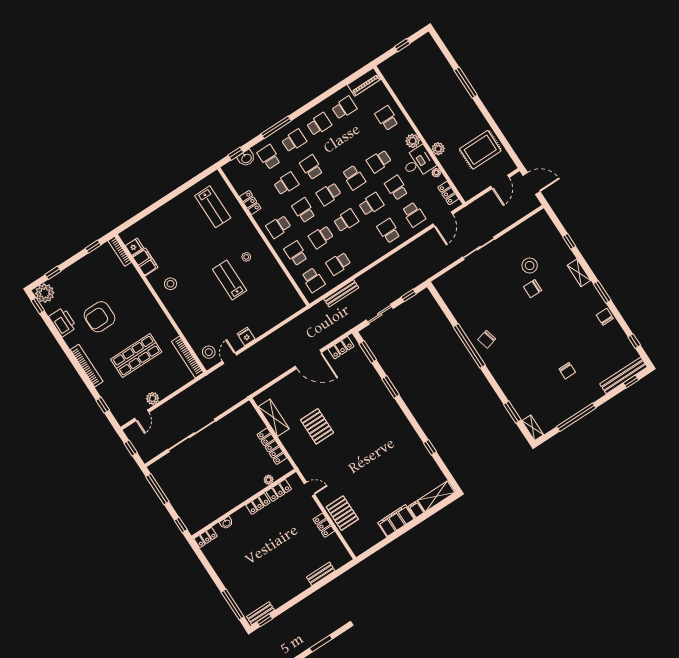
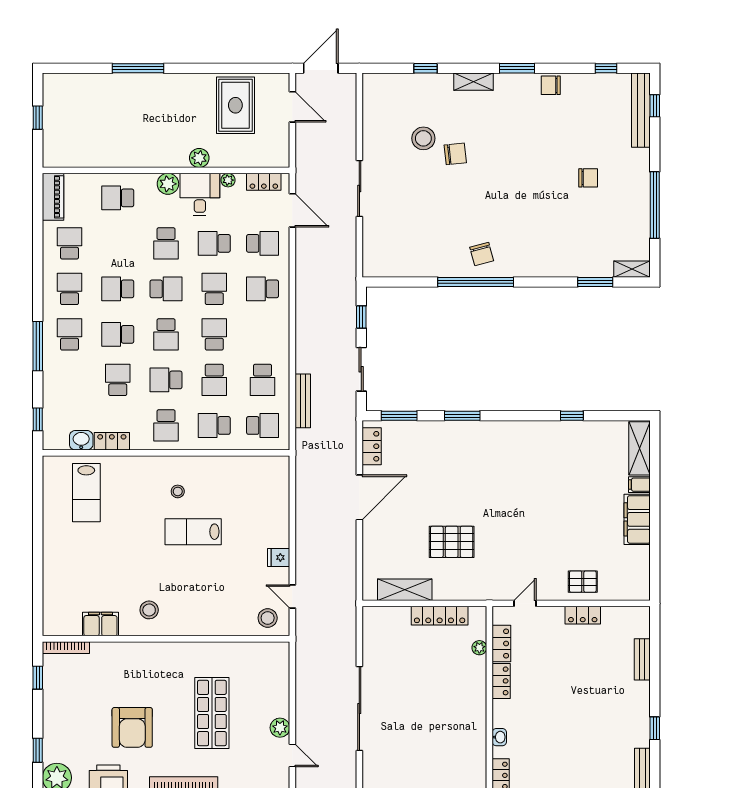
school desk: (269, 157) -> (118, 289), moved
washbasin: (246, 158) -> (81, 440), moved, turned -90
lab bench: (213, 207) -> (86, 493), turned 90
fridge: (134, 247) -> (72, 625), removed
chair: (533, 289) -> (455, 154), turned -96
bookcase: (187, 357) -> (256, 649), removed
pallet: (342, 513) -> (583, 582), width x0.67, depth x0.71
window: (265, 620) -> (655, 728), moved

